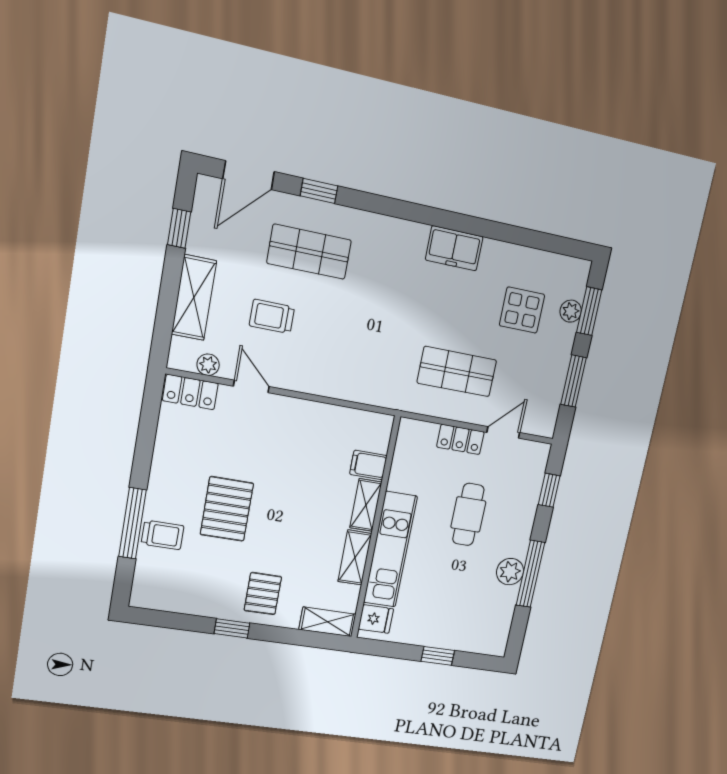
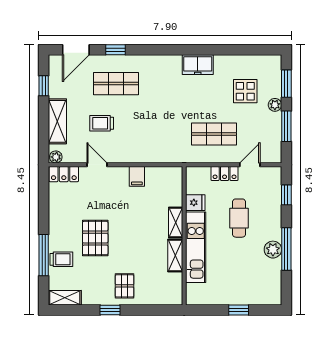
plant: (571, 311) -> (275, 105), moved
plant: (208, 365) -> (56, 157), moved
filing cabinet: (368, 465) -> (137, 176), moved, turned -90
fridge: (376, 619) -> (195, 203), moved
shelving: (327, 622) -> (65, 298), moved

